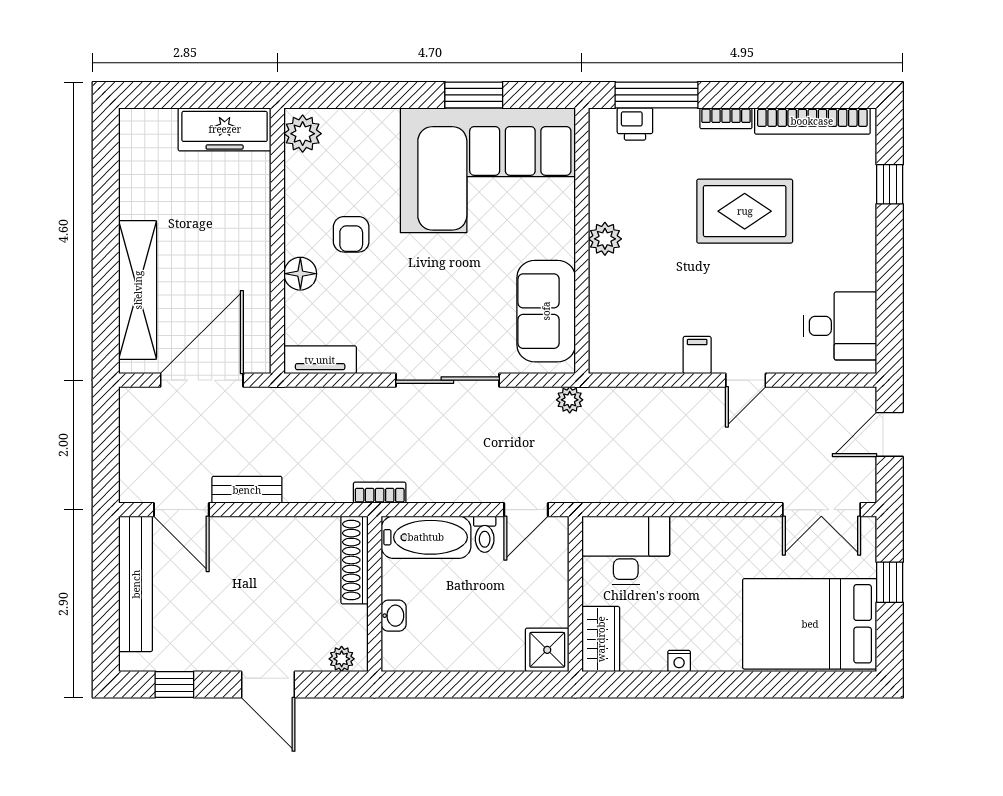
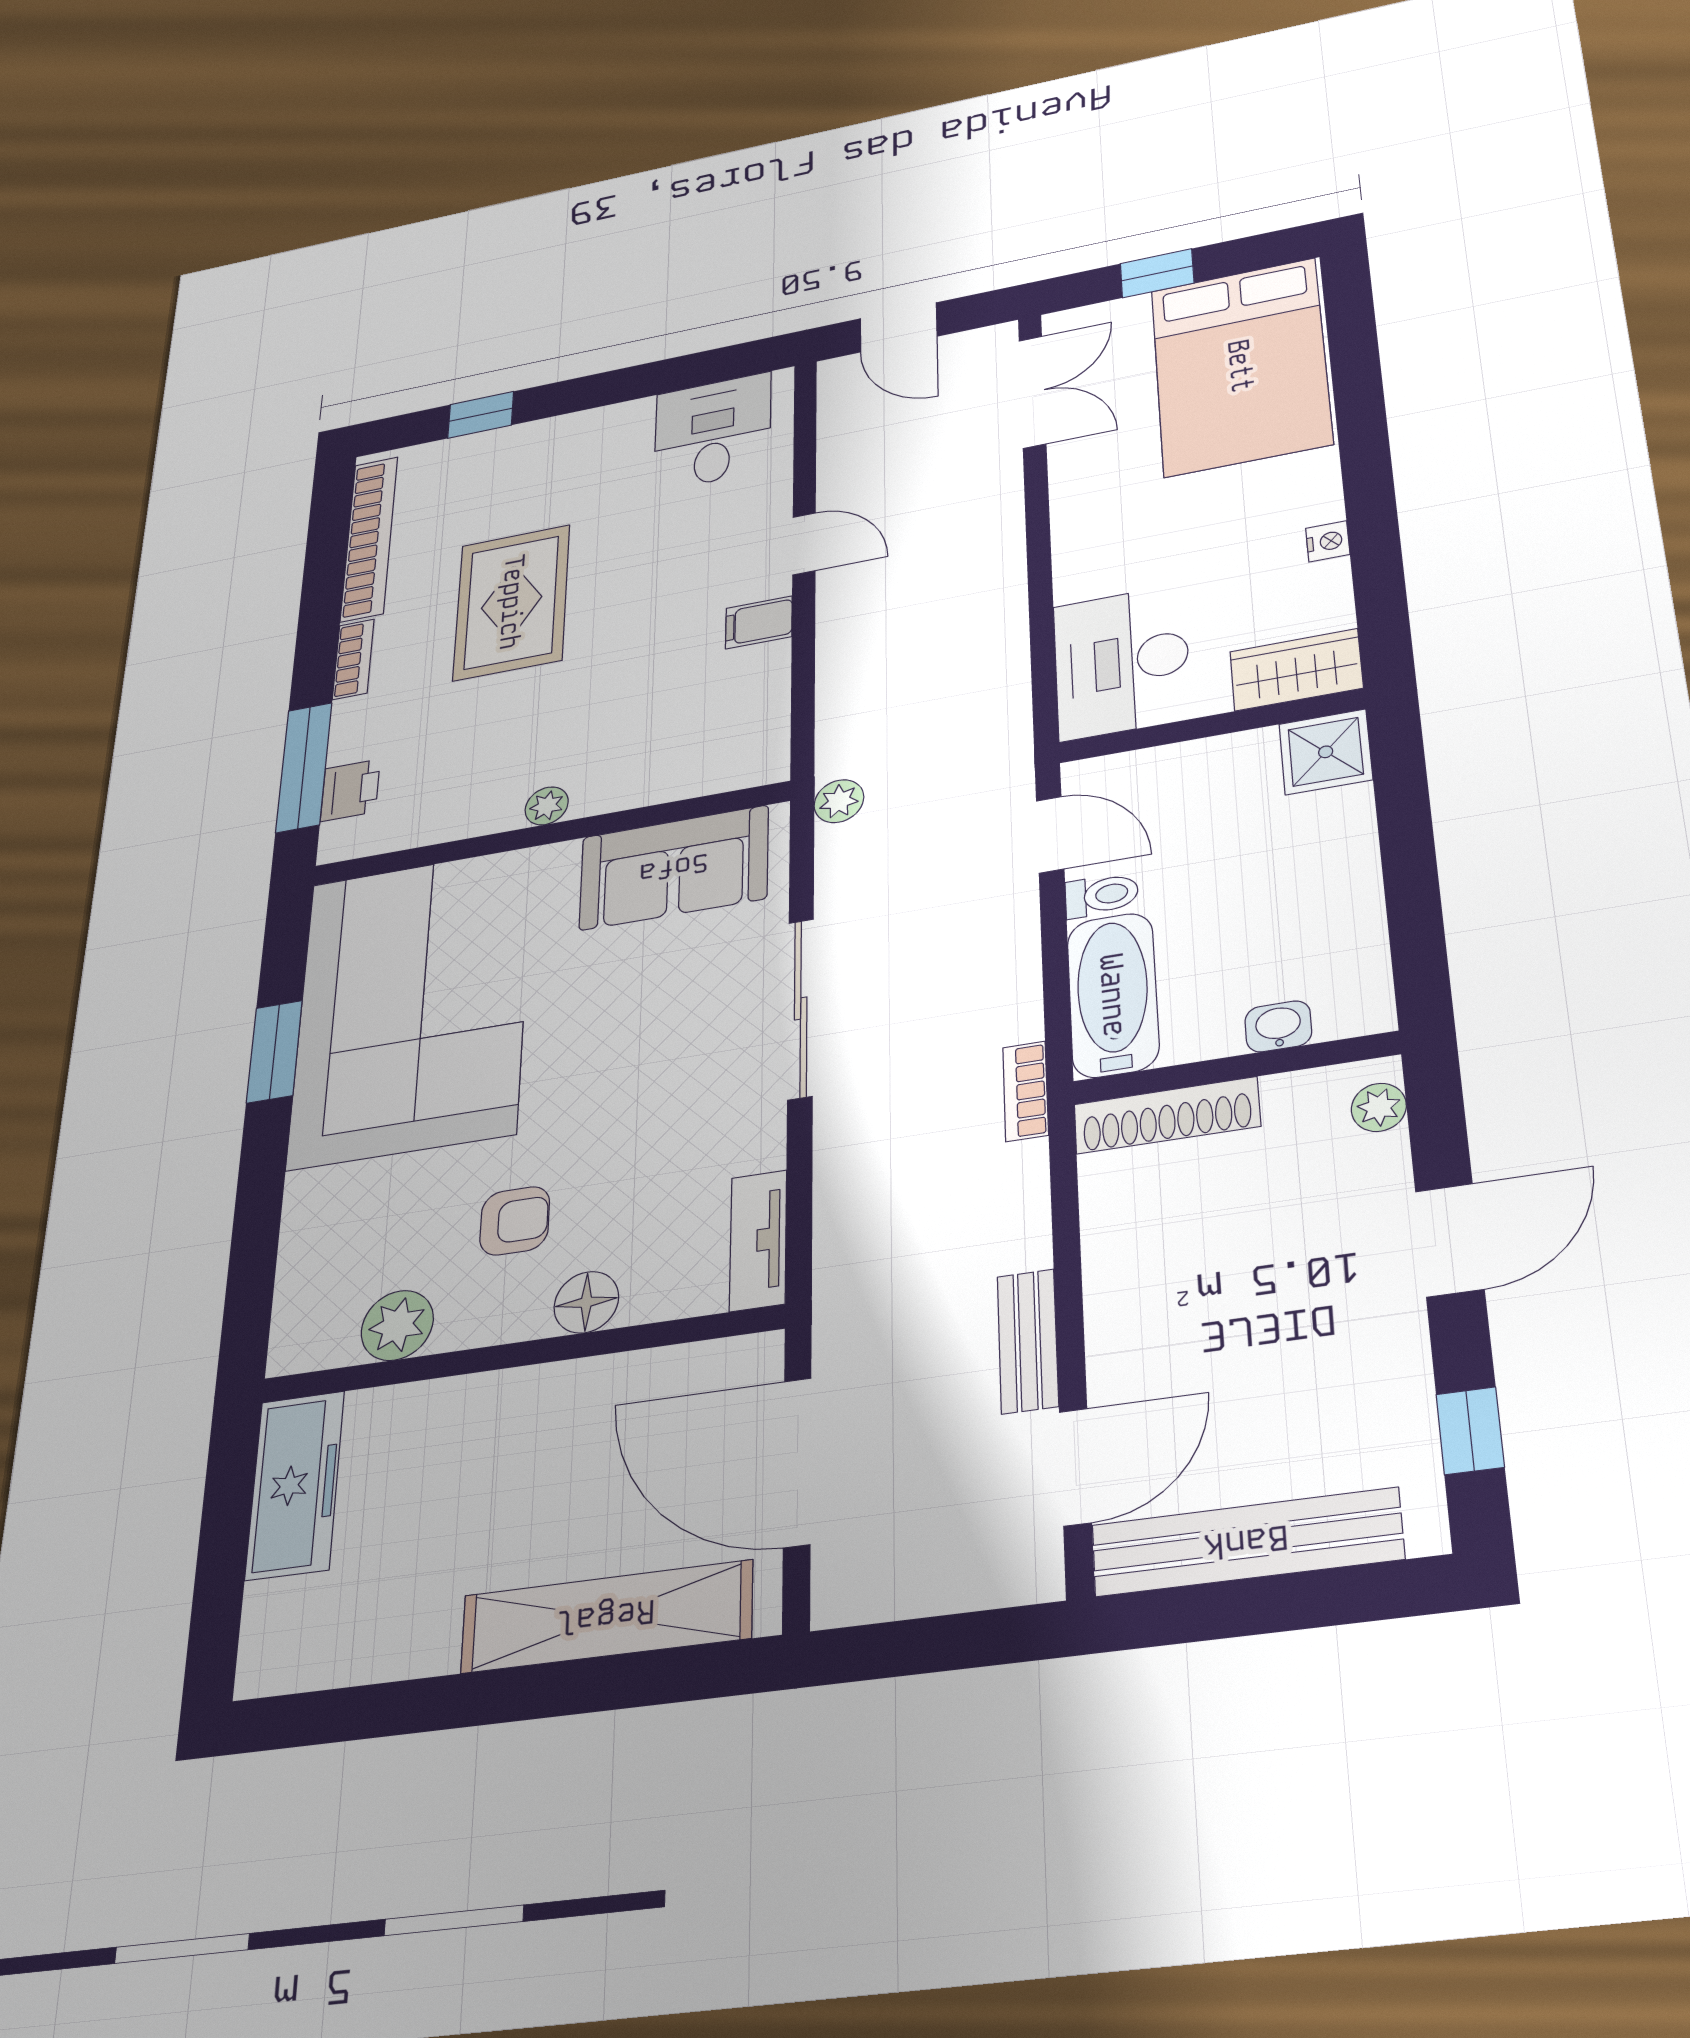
plant: (303, 134) -> (397, 1325), moved
plant: (605, 239) -> (547, 806), width x0.73, depth x0.73

